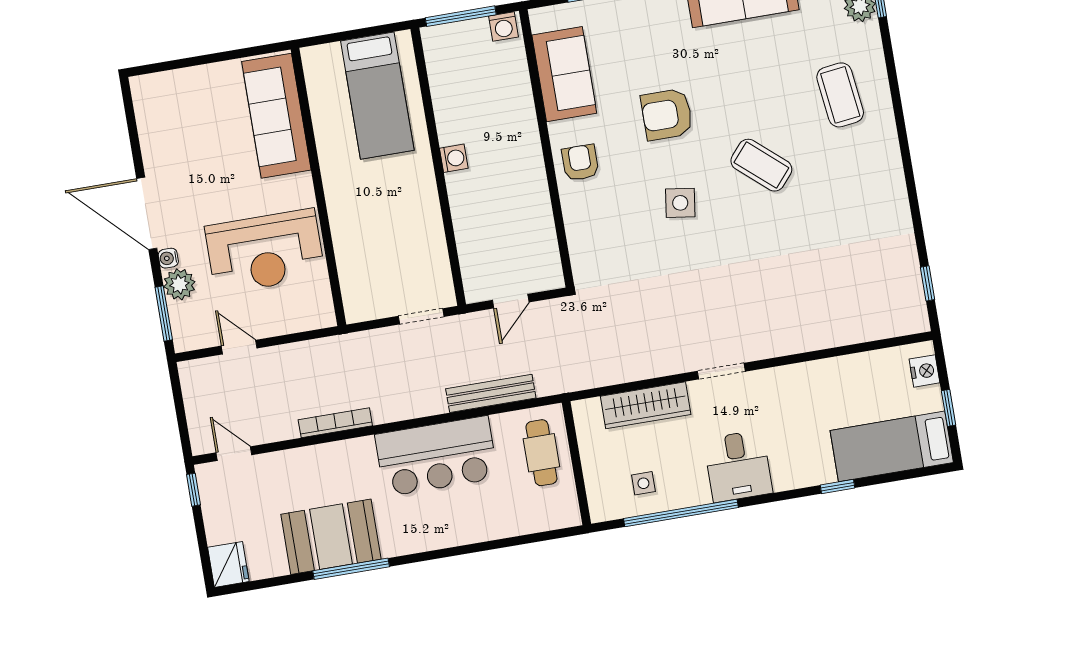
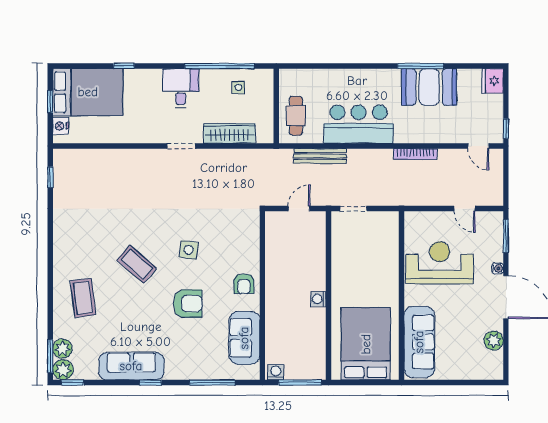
bed: (377, 96) -> (366, 344), width x1.50
plant: (179, 284) -> (494, 341), moved
bed: (892, 446) -> (88, 92), width x1.50

